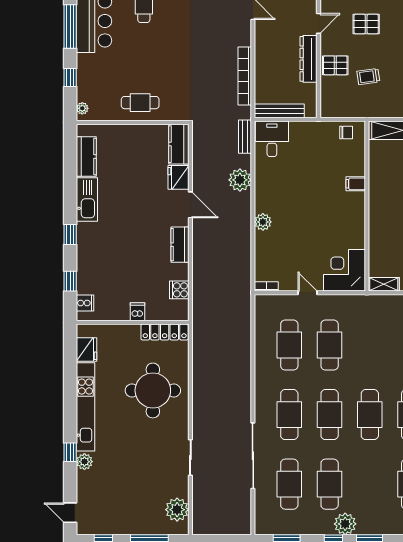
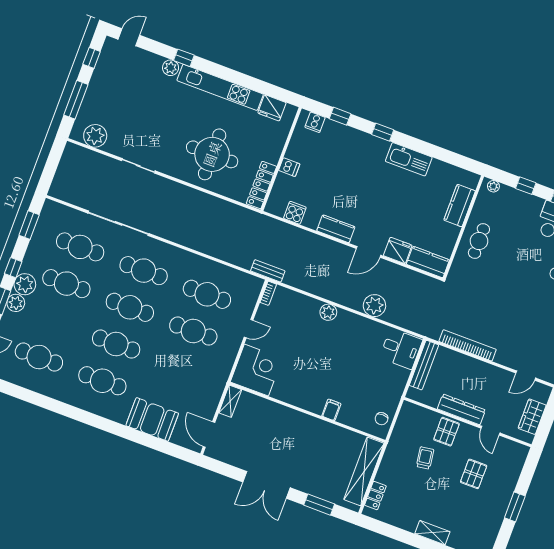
bench: (245, 137) -> (268, 271), moved
kitchen counter: (86, 156) -> (460, 205), moved, turned 90
plant: (366, 526) -> (16, 303), added

